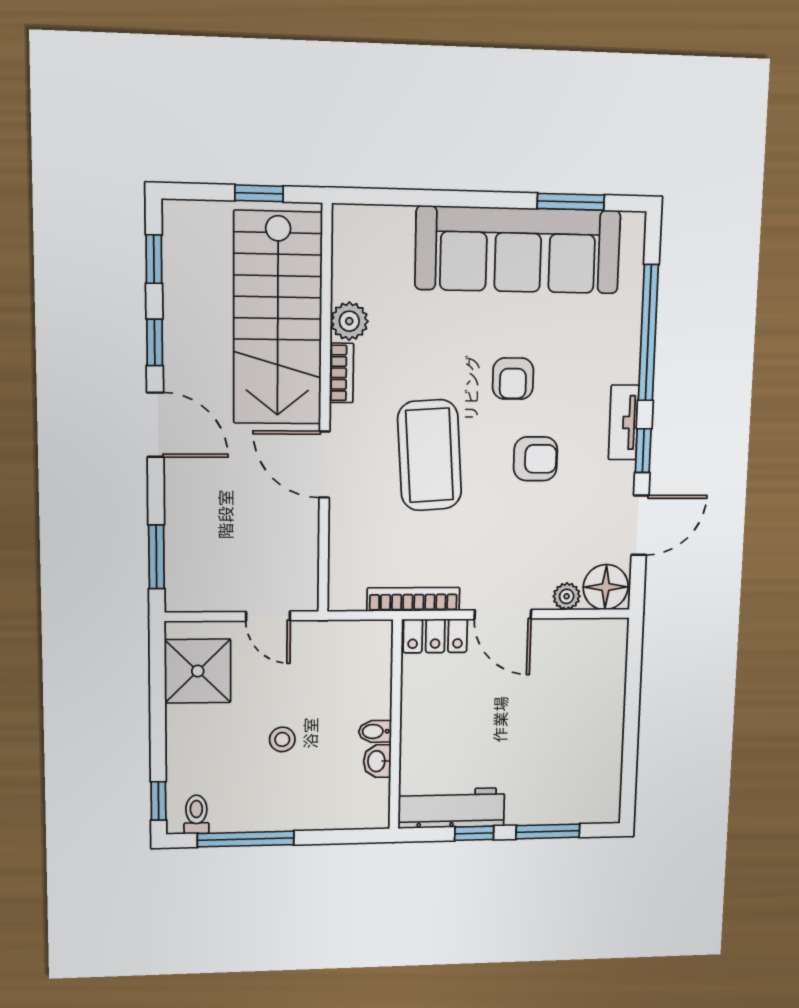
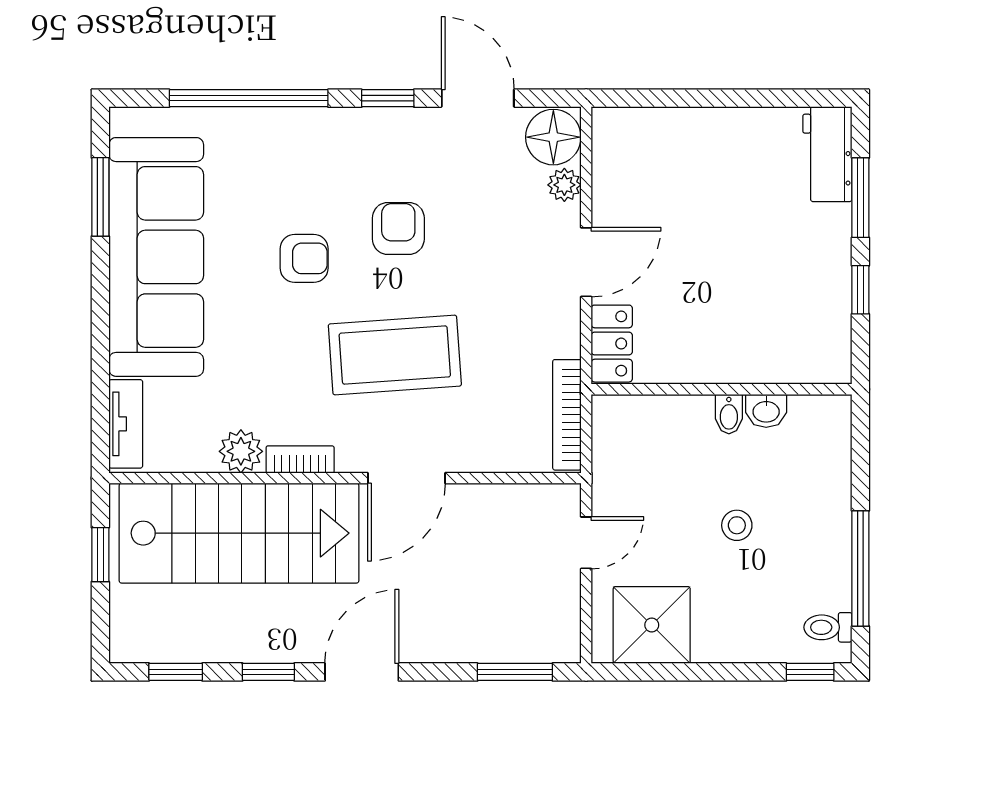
tv unit: (624, 422) -> (126, 424), moved, turned -90
bookcase: (413, 599) -> (567, 415), moved
workbench: (451, 808) -> (827, 154), moved, width x0.73

